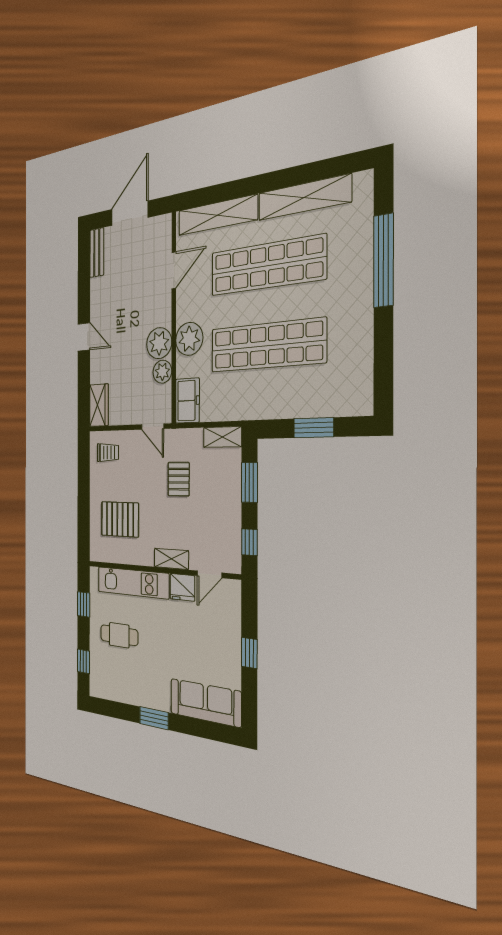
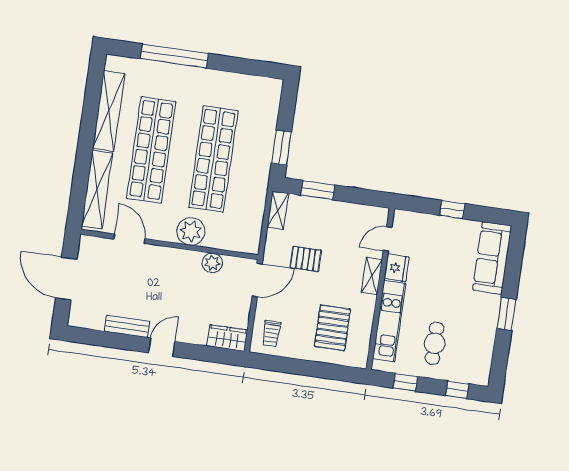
bench: (97, 253) -> (127, 326), moved
plant: (159, 343) -> (187, 263), removed
freezer: (187, 401) -> (242, 241), removed
door: (153, 427) -> (257, 280), width x1.38
window: (314, 428) -> (281, 148), moved
trolley: (108, 452) -> (271, 334), turned 180
window: (249, 542) -> (365, 197), removed
door: (209, 574) -> (388, 239), swing flipped

